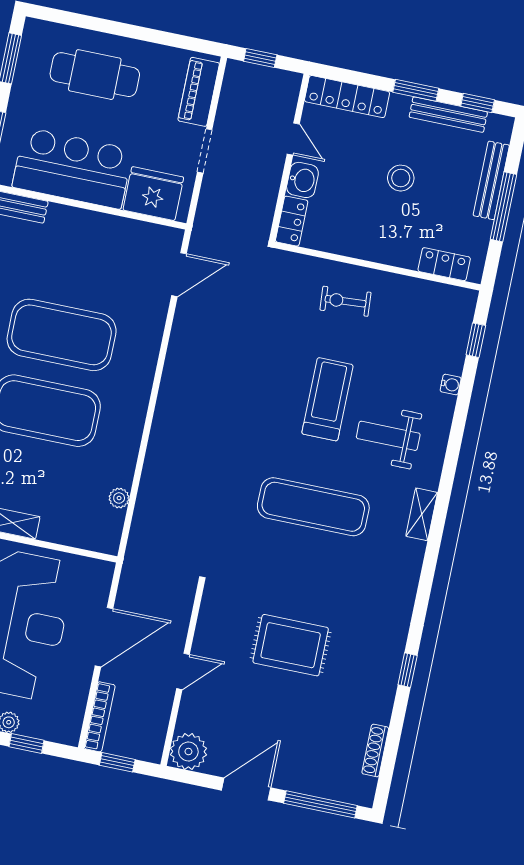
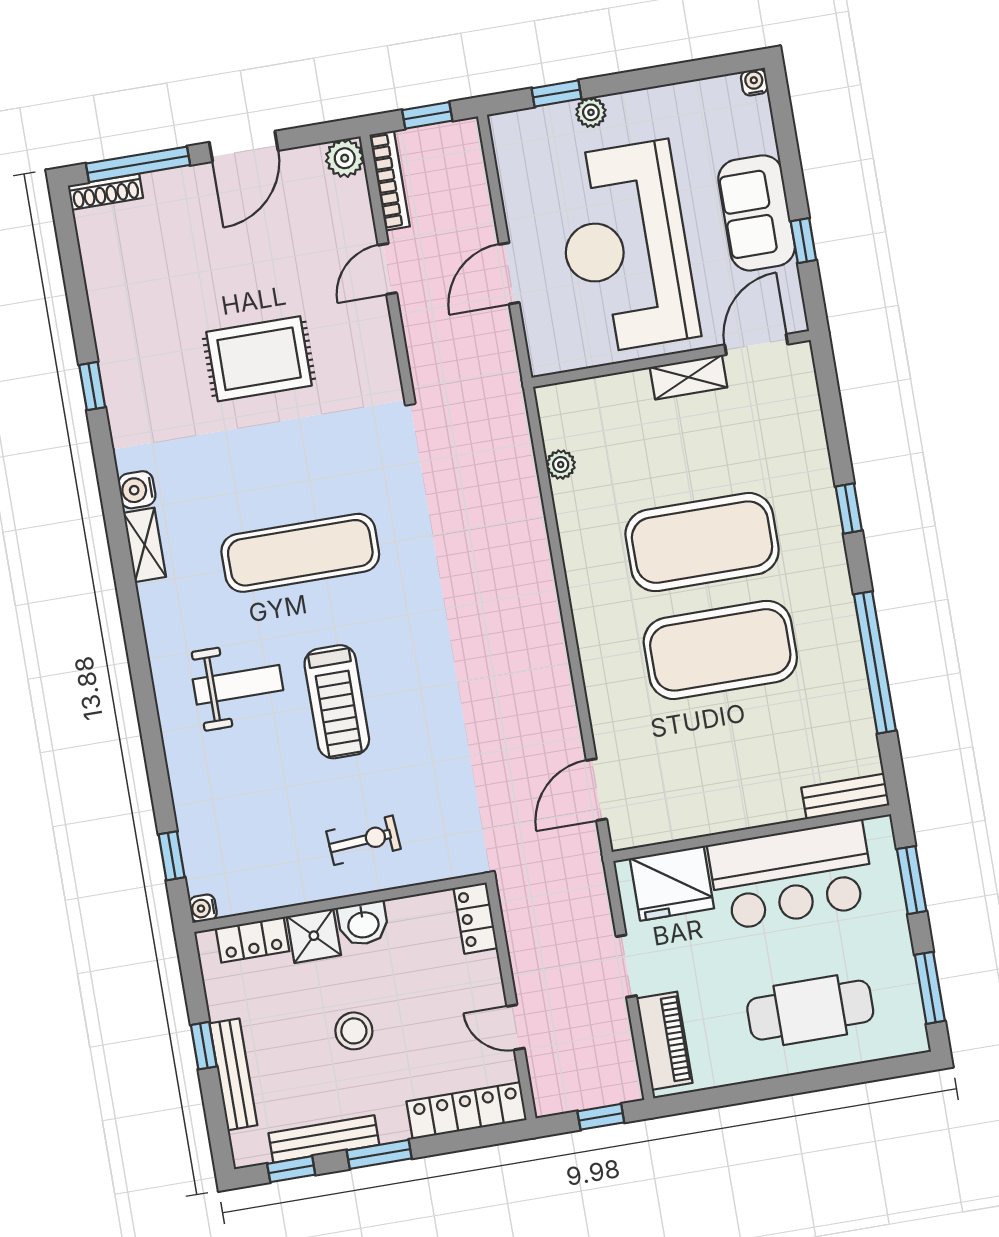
washbasin: (302, 180) -> (363, 924), moved, turned -90
window: (503, 207) -> (204, 1046), width x0.46
shower: (403, 251) -> (314, 936), added
water cooler: (451, 385) -> (203, 908), moved
shelving: (422, 514) -> (145, 545), moved
water cooler: (405, 590) -> (137, 490), added
door: (104, 637) -> (509, 273), width x0.73
bookcase: (100, 717) -> (390, 181), moved, turned 180
shoe rack: (375, 750) -> (105, 192), moved, turned 90
plant: (188, 752) -> (345, 158), width x0.73, depth x0.73

